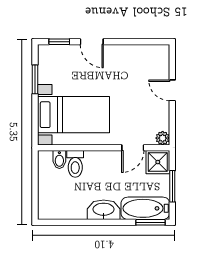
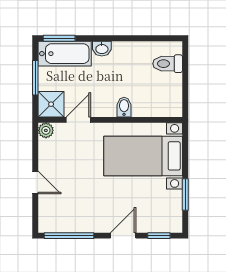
door: (92, 42) -> (123, 236), hinge flipped
window: (141, 42) -> (69, 236), added
bidet: (59, 159) -> (124, 107), moved
toilet: (75, 164) -> (168, 64), moved, turned -90
washbasin: (104, 210) -> (102, 49), width x0.52, depth x0.69

